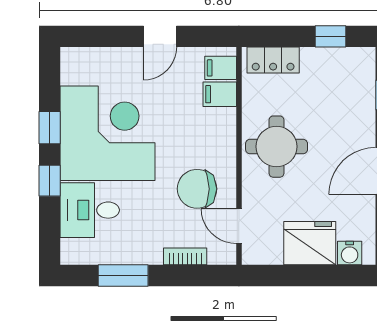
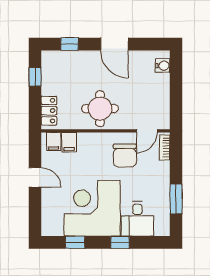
window: (50, 128) -> (75, 242), moved
fridge: (310, 243) -> (157, 89), removed
bookcase: (185, 256) -> (165, 147), moved

